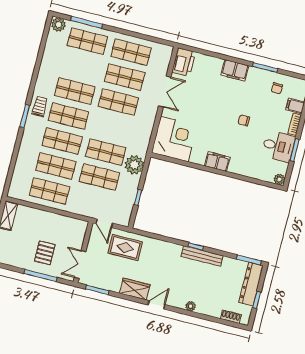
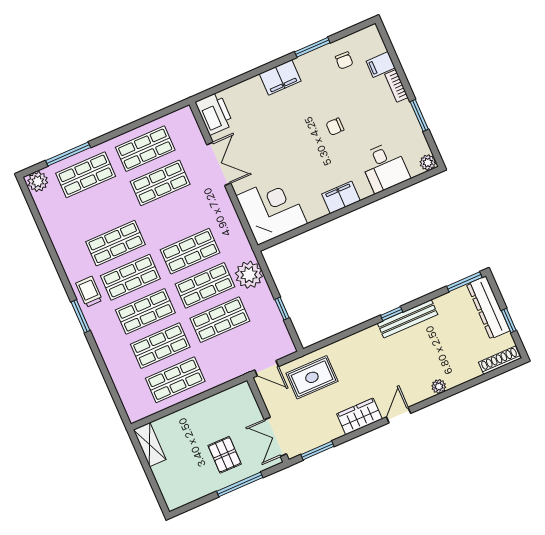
shop shelf: (118, 102) -> (190, 251), moved
desk: (278, 146) -> (384, 167), moved, turned 90
shoe rack: (231, 317) -> (500, 360), width x1.43

